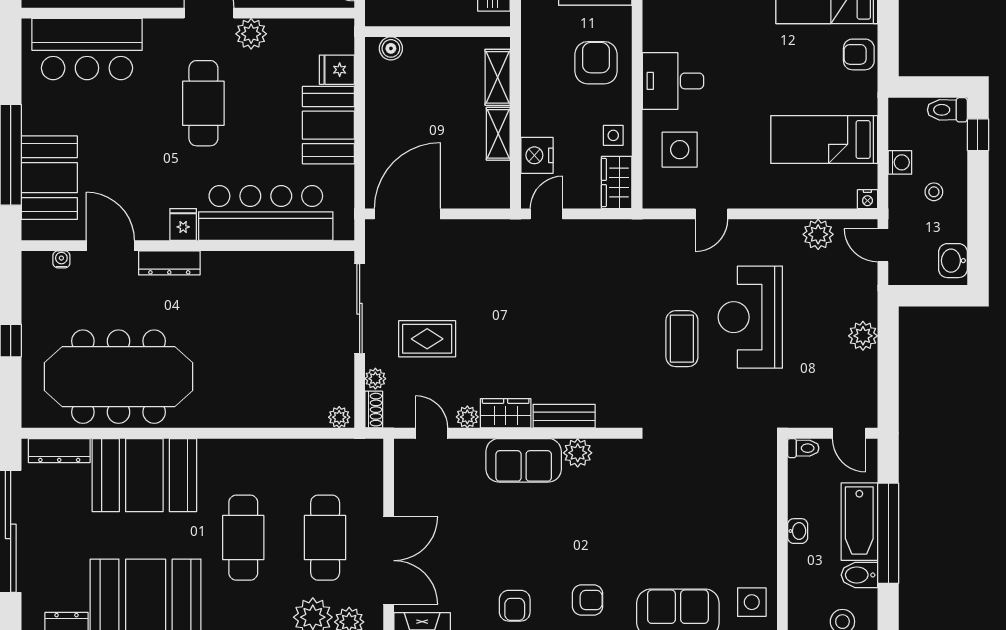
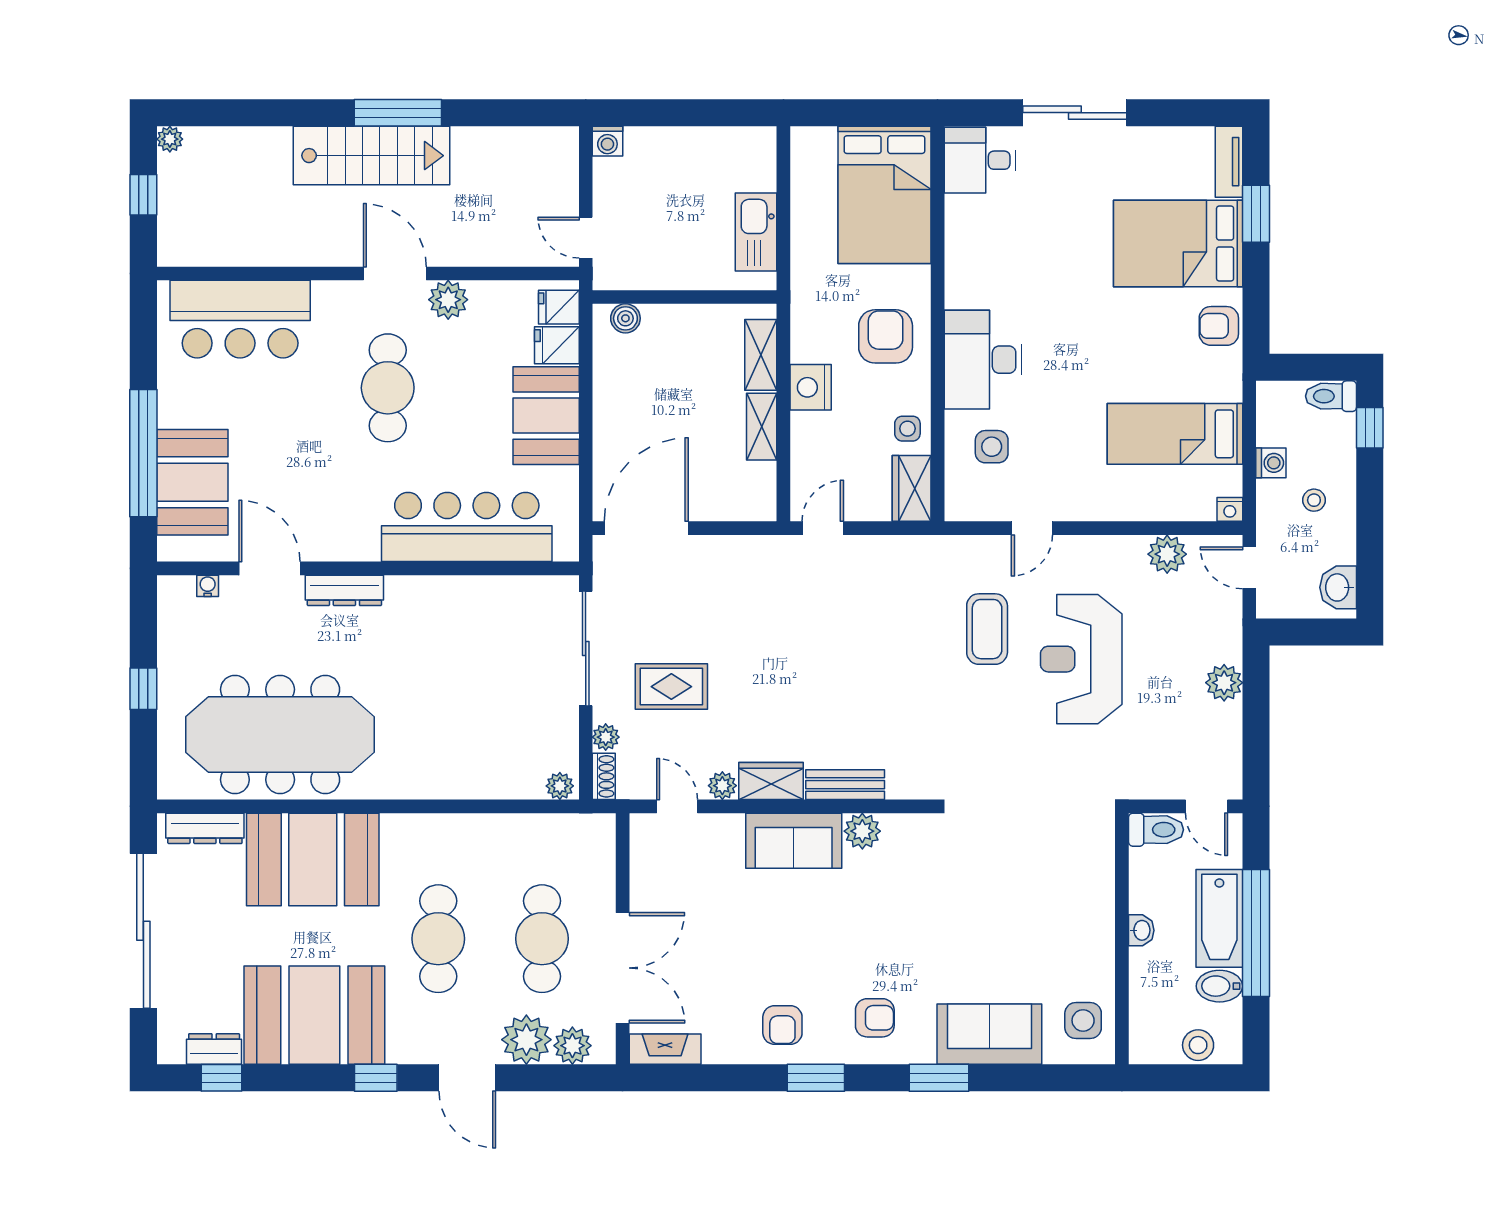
desk: (673, 81) -> (983, 360), width x1.37
side table: (680, 150) -> (992, 447), width x0.73, depth x0.73
nightstand: (537, 155) -> (811, 387), moved
fridge: (183, 224) -> (559, 307), moved, turned -90
coffee table: (682, 339) -> (987, 629), moved
toilet: (803, 448) -> (1156, 830), width x1.37, depth x1.39

